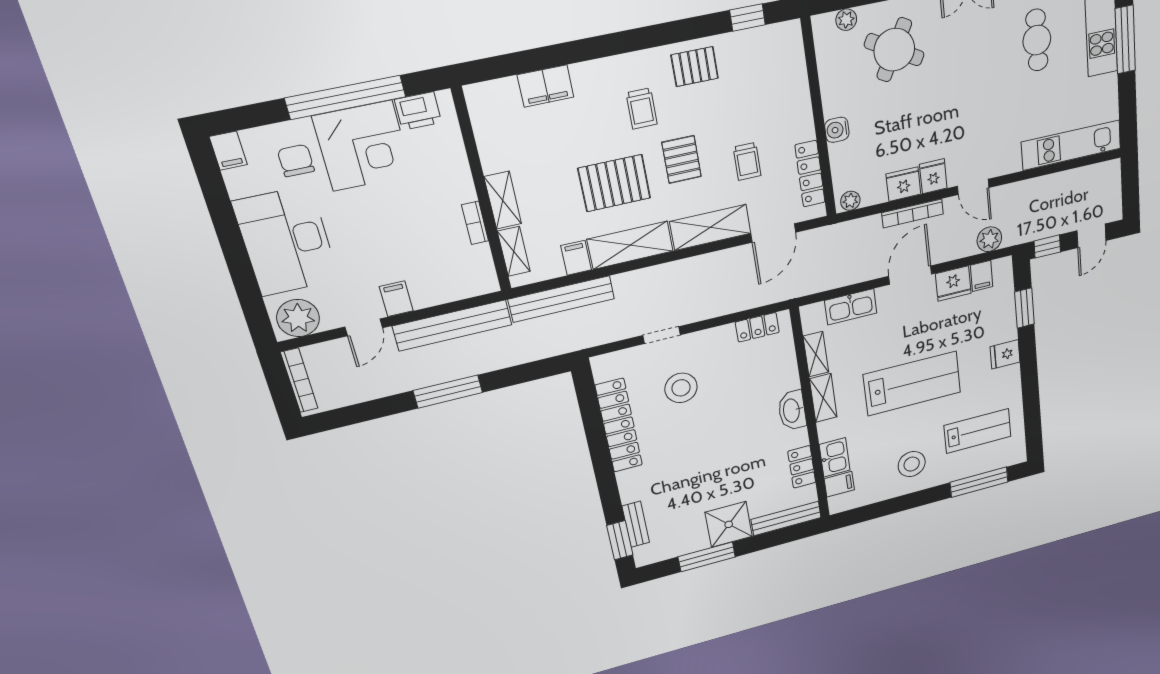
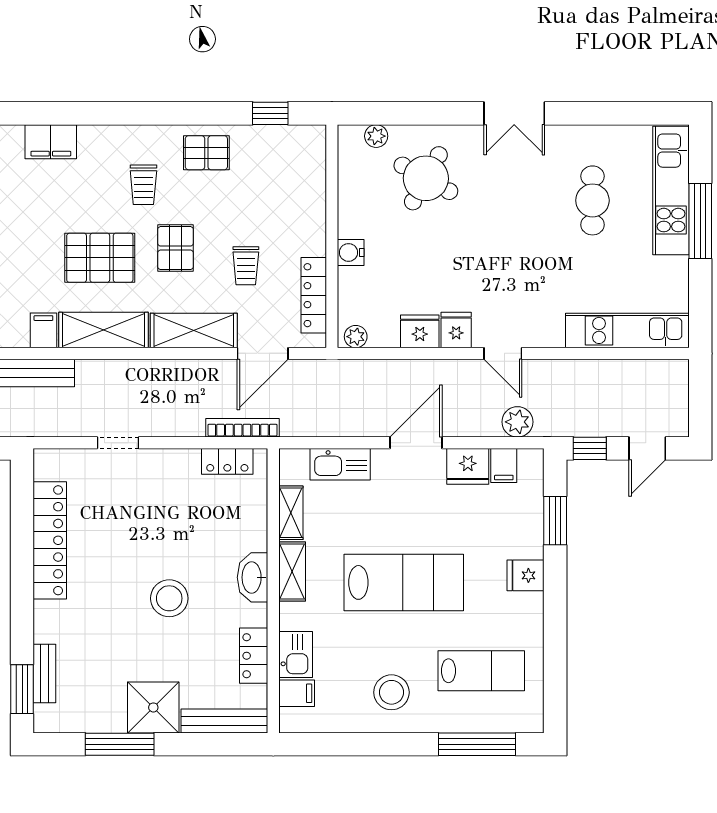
bookcase: (913, 213) -> (243, 428), moved, turned 180
stool: (681, 388) -> (169, 598), moved

